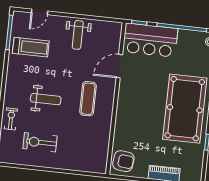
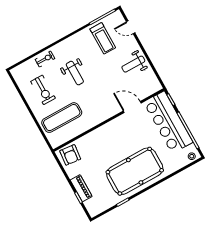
bar counter: (150, 40) -> (168, 122), width x1.36
exercise mat: (88, 99) -> (62, 118), moved, width x1.36, depth x1.45
exercise bike: (40, 142) -> (43, 90), turned 180

